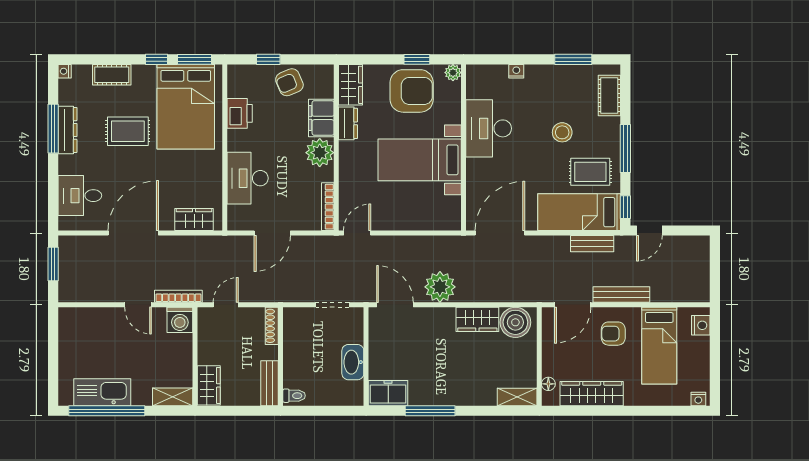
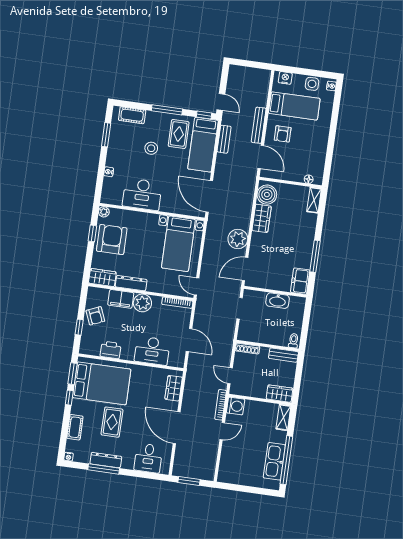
dresser: (348, 123) -> (131, 283), width x1.44
bed with nightstands: (420, 160) -> (178, 244), moved
side table: (697, 368) -> (312, 84), added
wardrobe: (592, 394) -> (319, 153), removed

